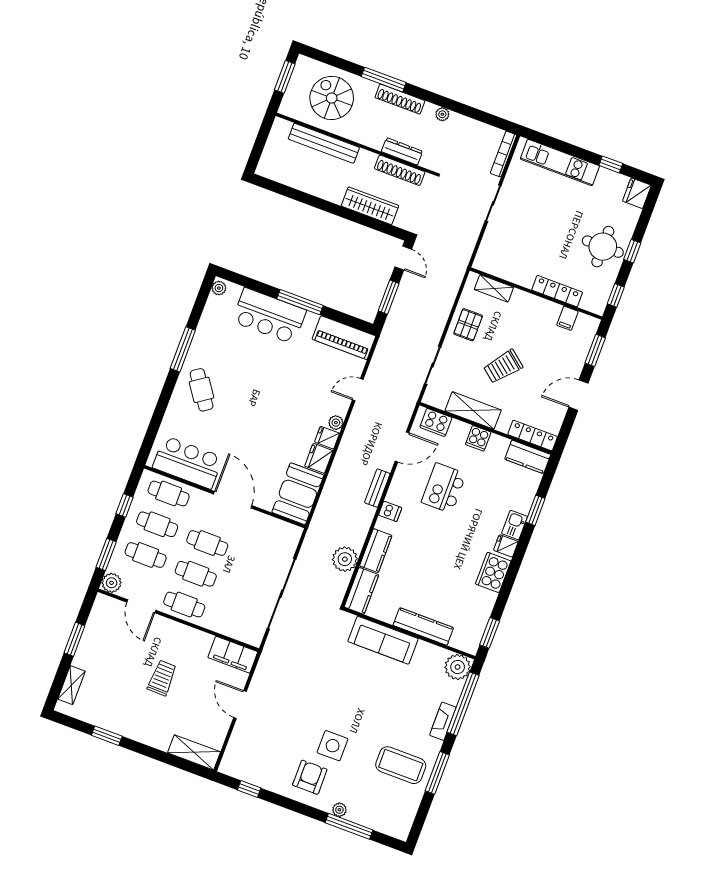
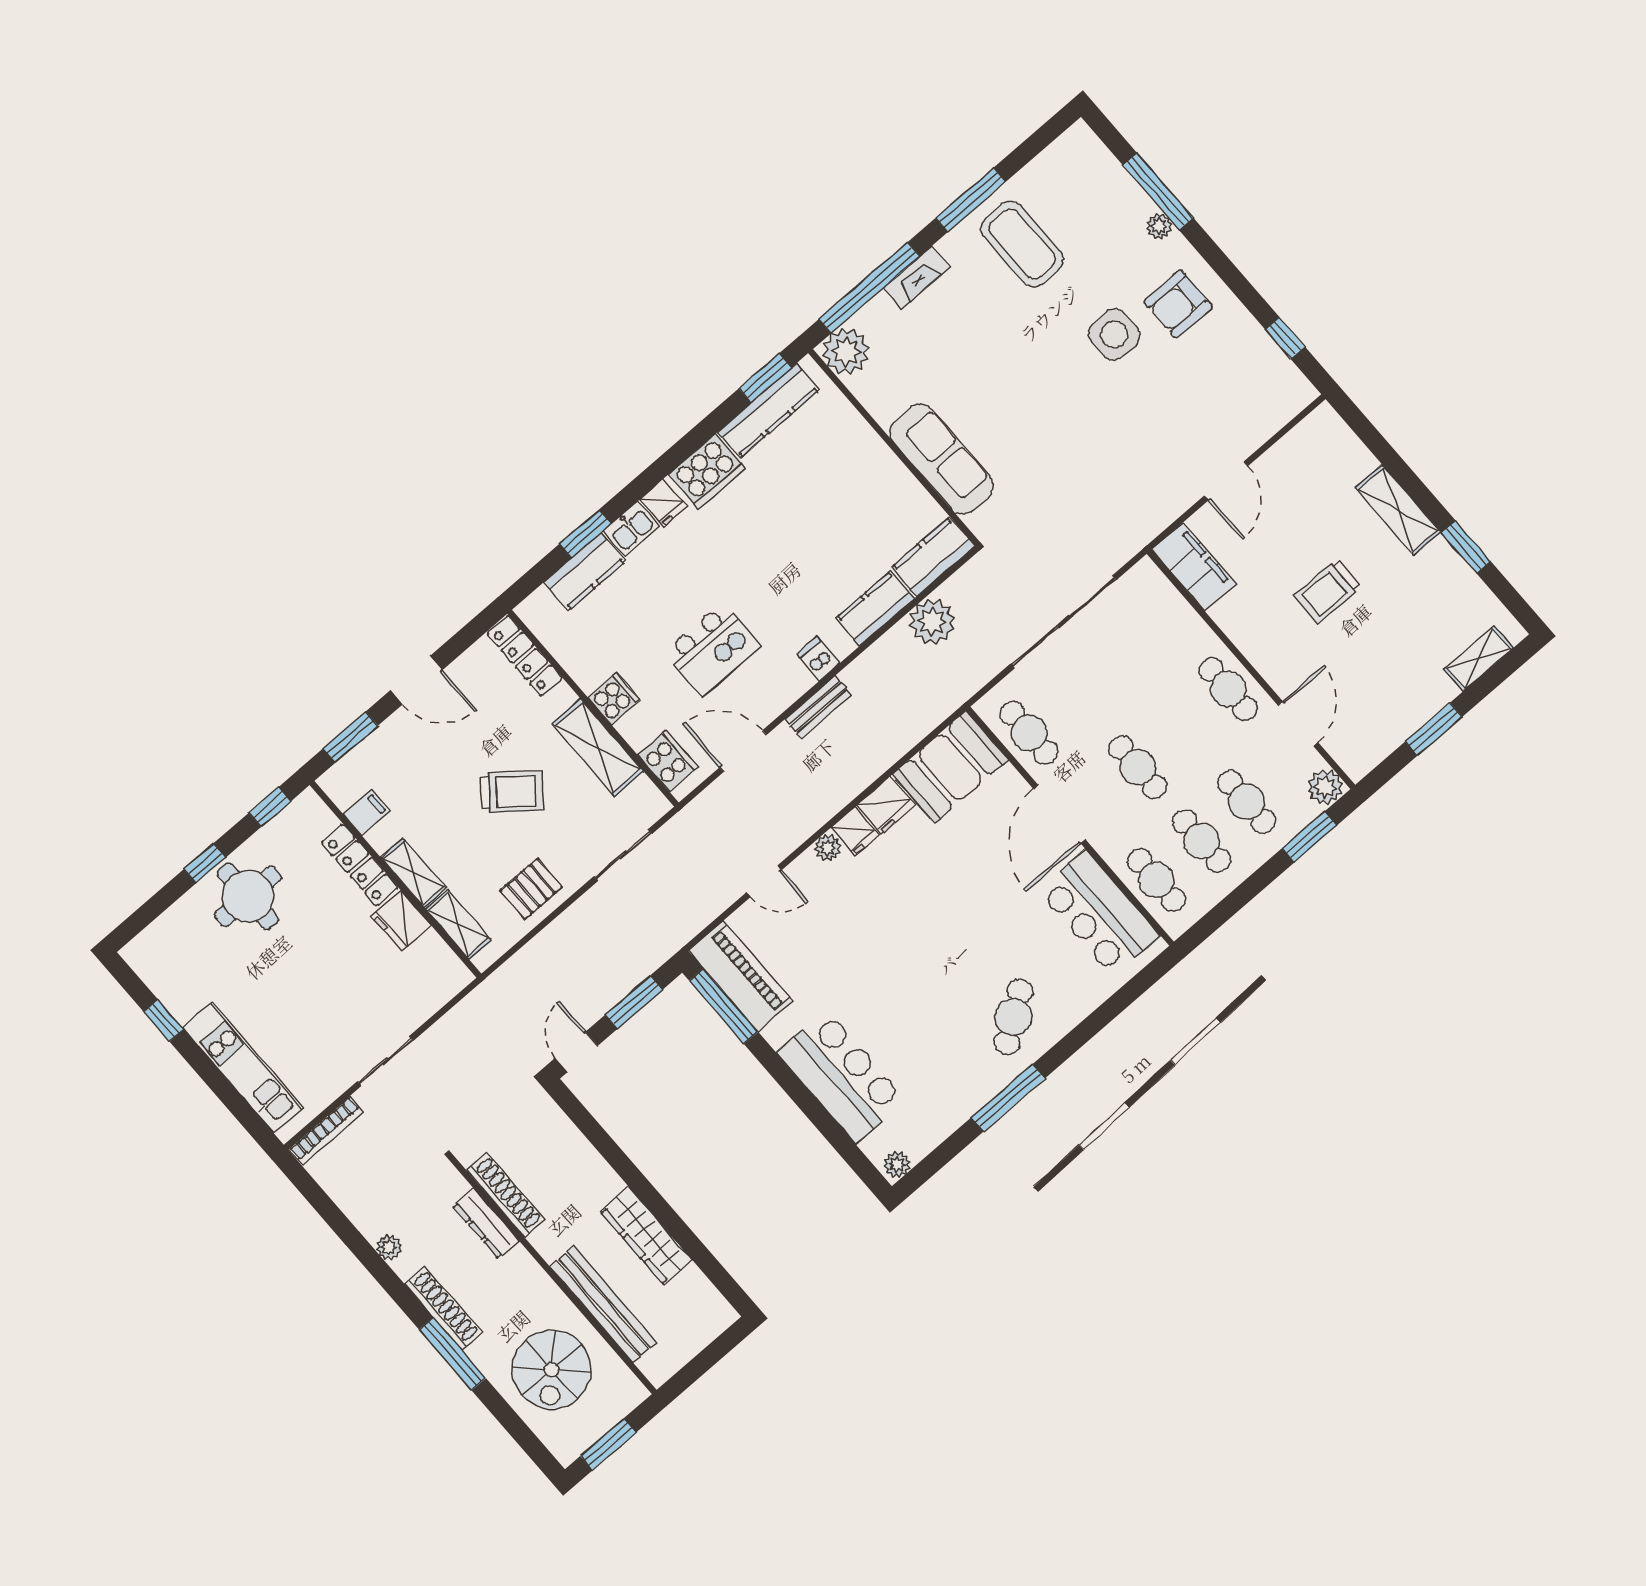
fridge: (637, 193) -> (401, 921), moved, turned 90
wardrobe: (370, 206) -> (646, 1236), moved
window: (300, 302) -> (724, 1006), moved
shelving: (529, 302) -> (413, 873), added
kitchen counter: (528, 457) -> (585, 572), moved, turned 90
window: (125, 505) -> (1237, 899), removed
cafe table: (196, 574) -> (1029, 733), moved
kitchen counter: (423, 627) -> (768, 411), moved, turned -90
shelving: (194, 752) -> (1398, 510), moved

